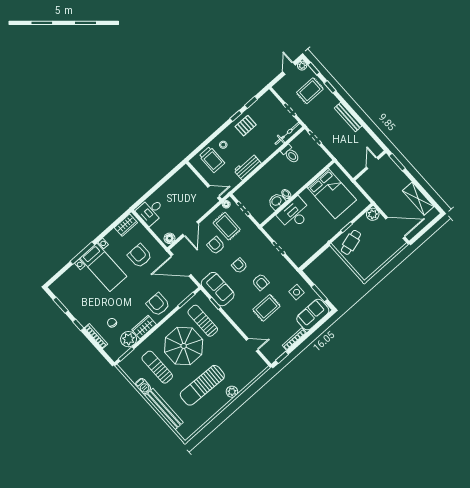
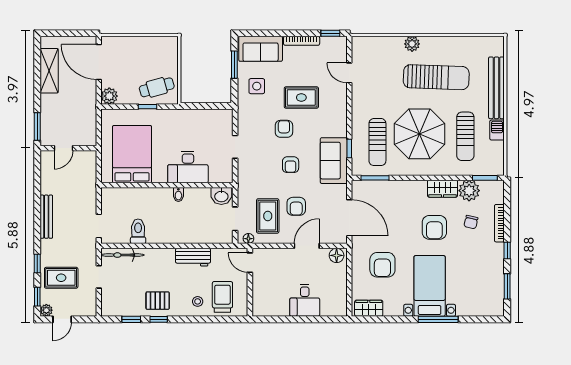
washbasin: (277, 201) -> (221, 196), moved
desk: (151, 211) -> (305, 300), moved, turned 90
armchair: (158, 304) -> (434, 227), moved

